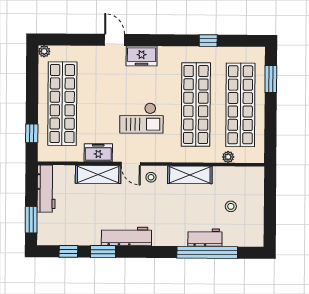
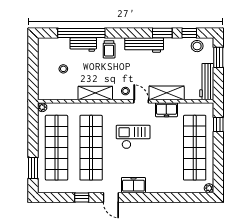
door: (115, 40) -> (111, 197), moved
plant: (228, 157) -> (42, 107), moved
trolley: (172, 231) -> (109, 49), added
stool: (58, 235) -> (197, 46), added

